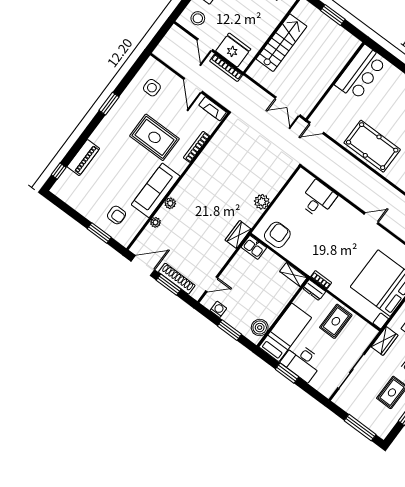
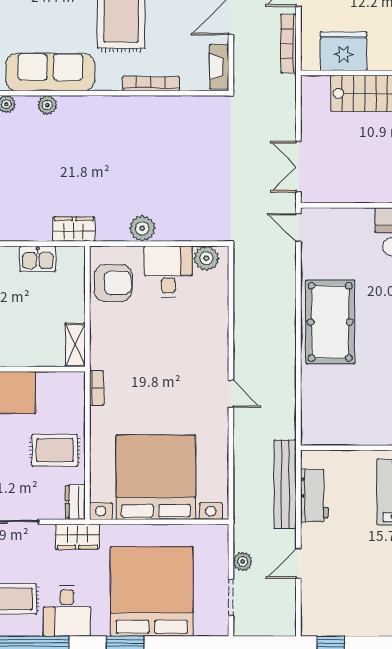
fridge: (233, 50) -> (343, 51), moved, turned -90
plant: (299, 182) -> (206, 258), added
desk: (318, 199) -> (168, 272), moved, turned -90
kitchen sink: (254, 247) -> (38, 259), moved, turned -90
dresser: (314, 290) -> (75, 502), moved

